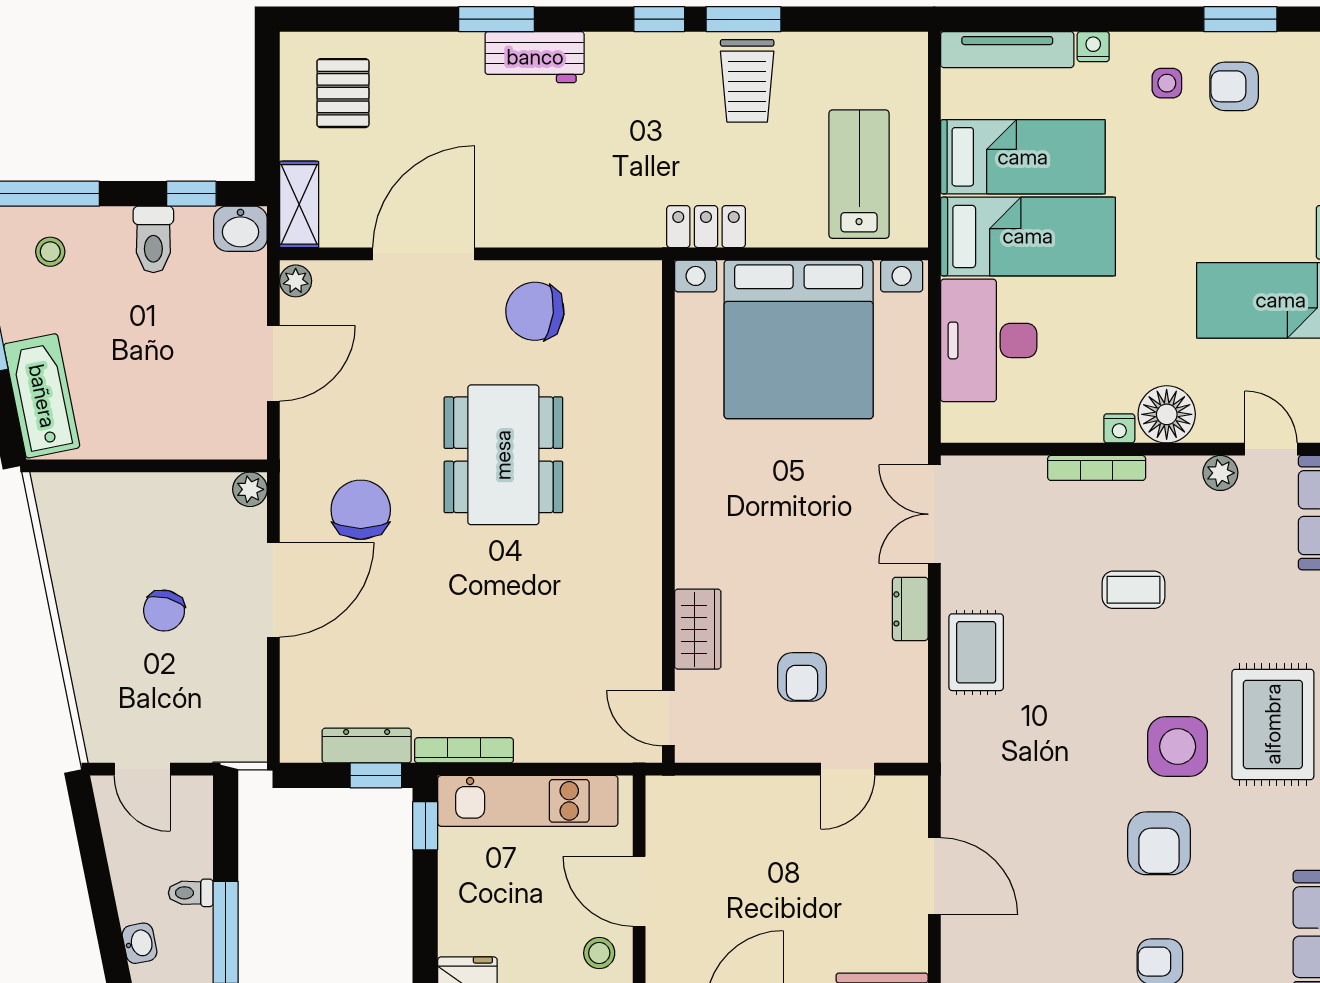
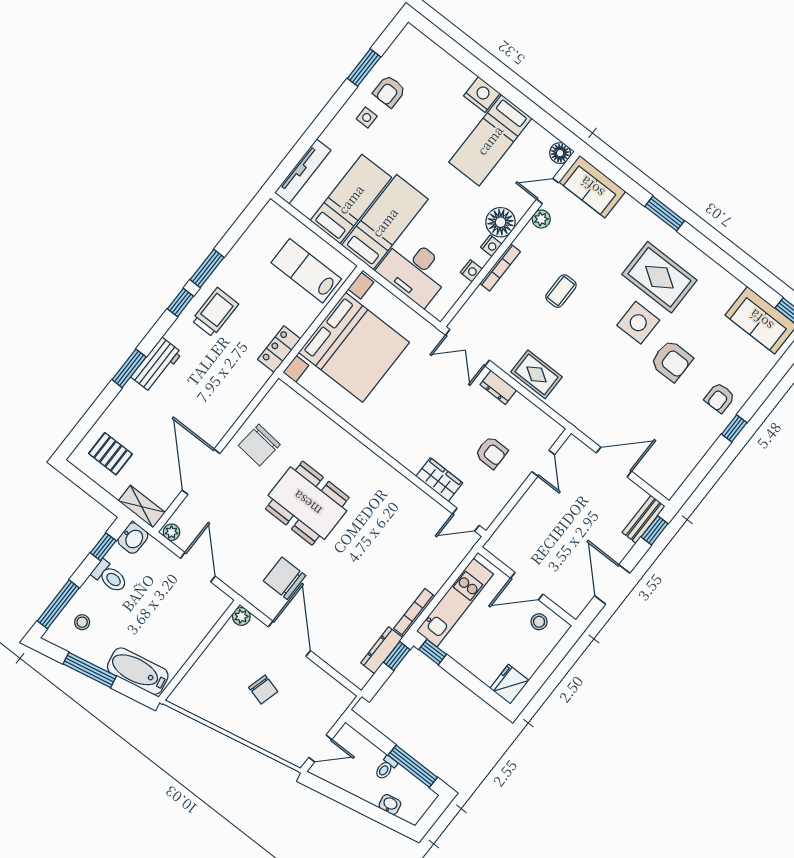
nightstand: (1093, 47) -> (471, 271), moved, turned 180
trolley: (747, 81) -> (215, 312), moved, turned -90

